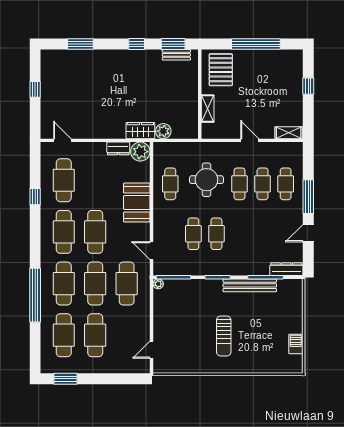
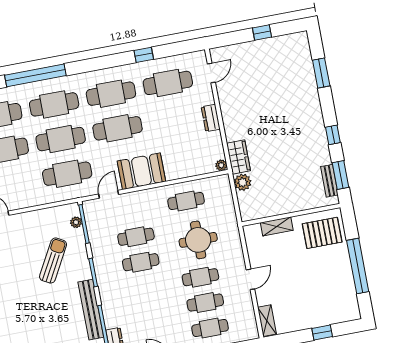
dresser: (118, 148) -> (211, 118), moved
plant: (140, 152) -> (221, 165), width x0.53, depth x0.53
booth: (137, 203) -> (141, 171), moved
plant: (158, 284) -> (76, 222), moved
sun lounger: (224, 336) -> (53, 261), moved, turned 119

